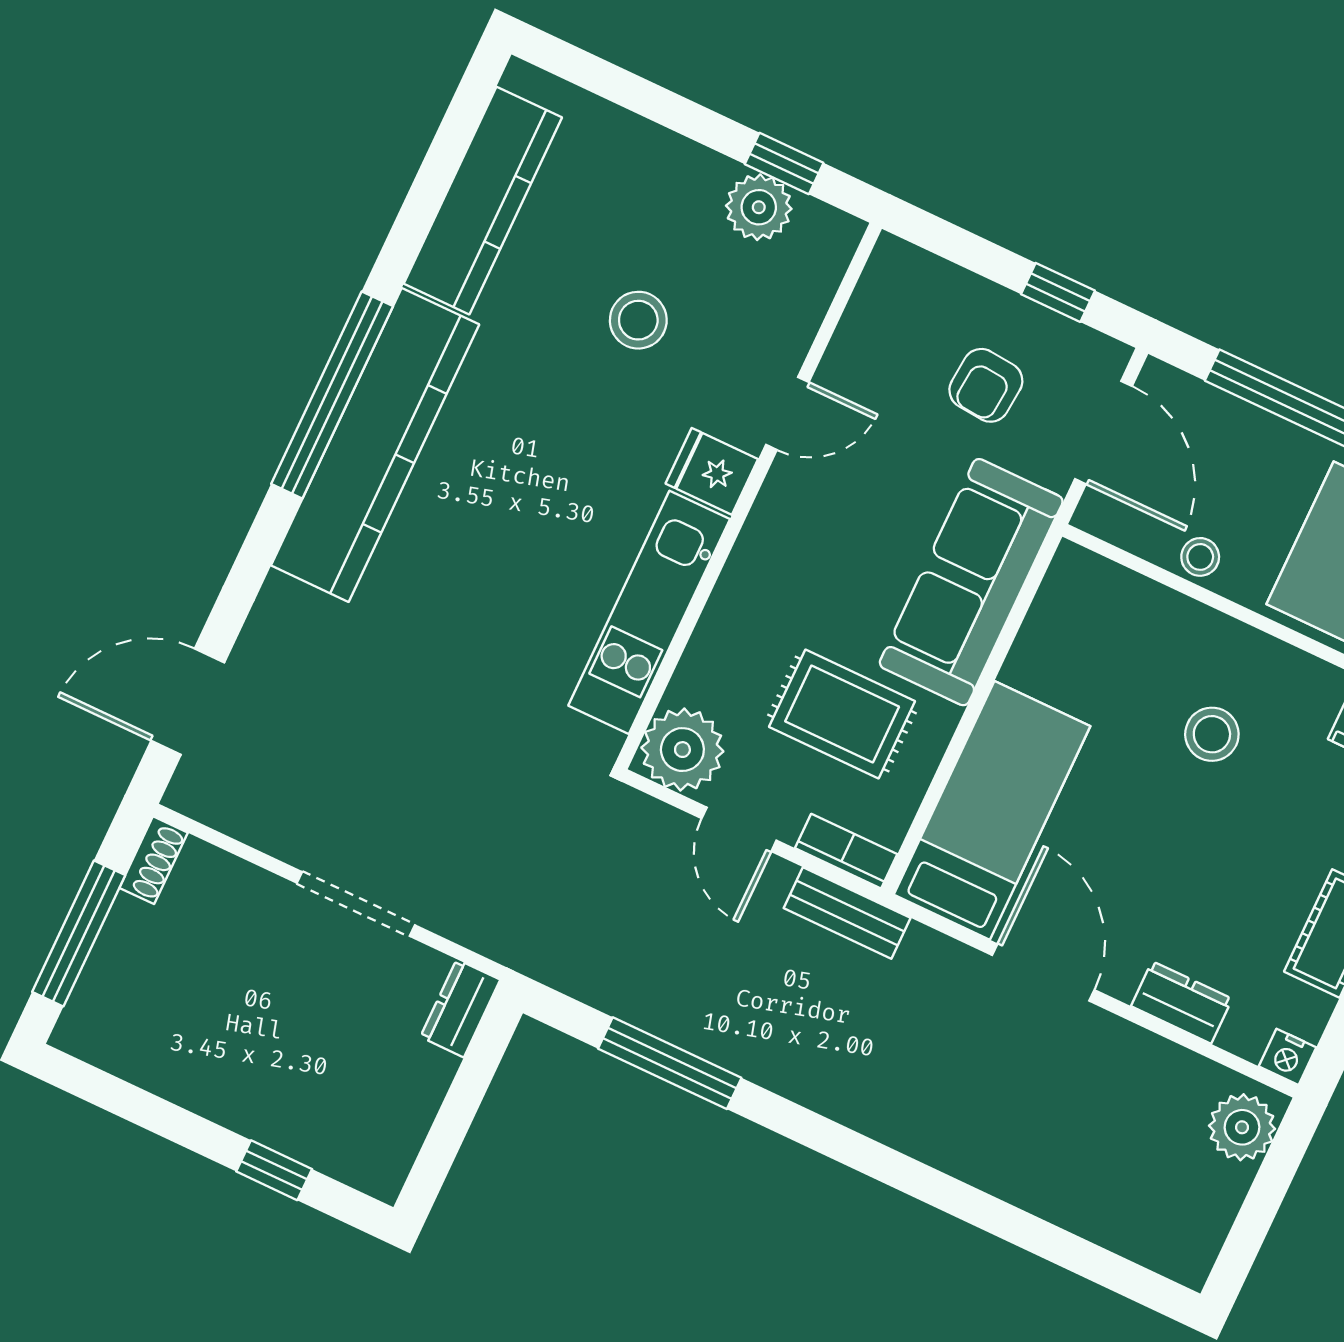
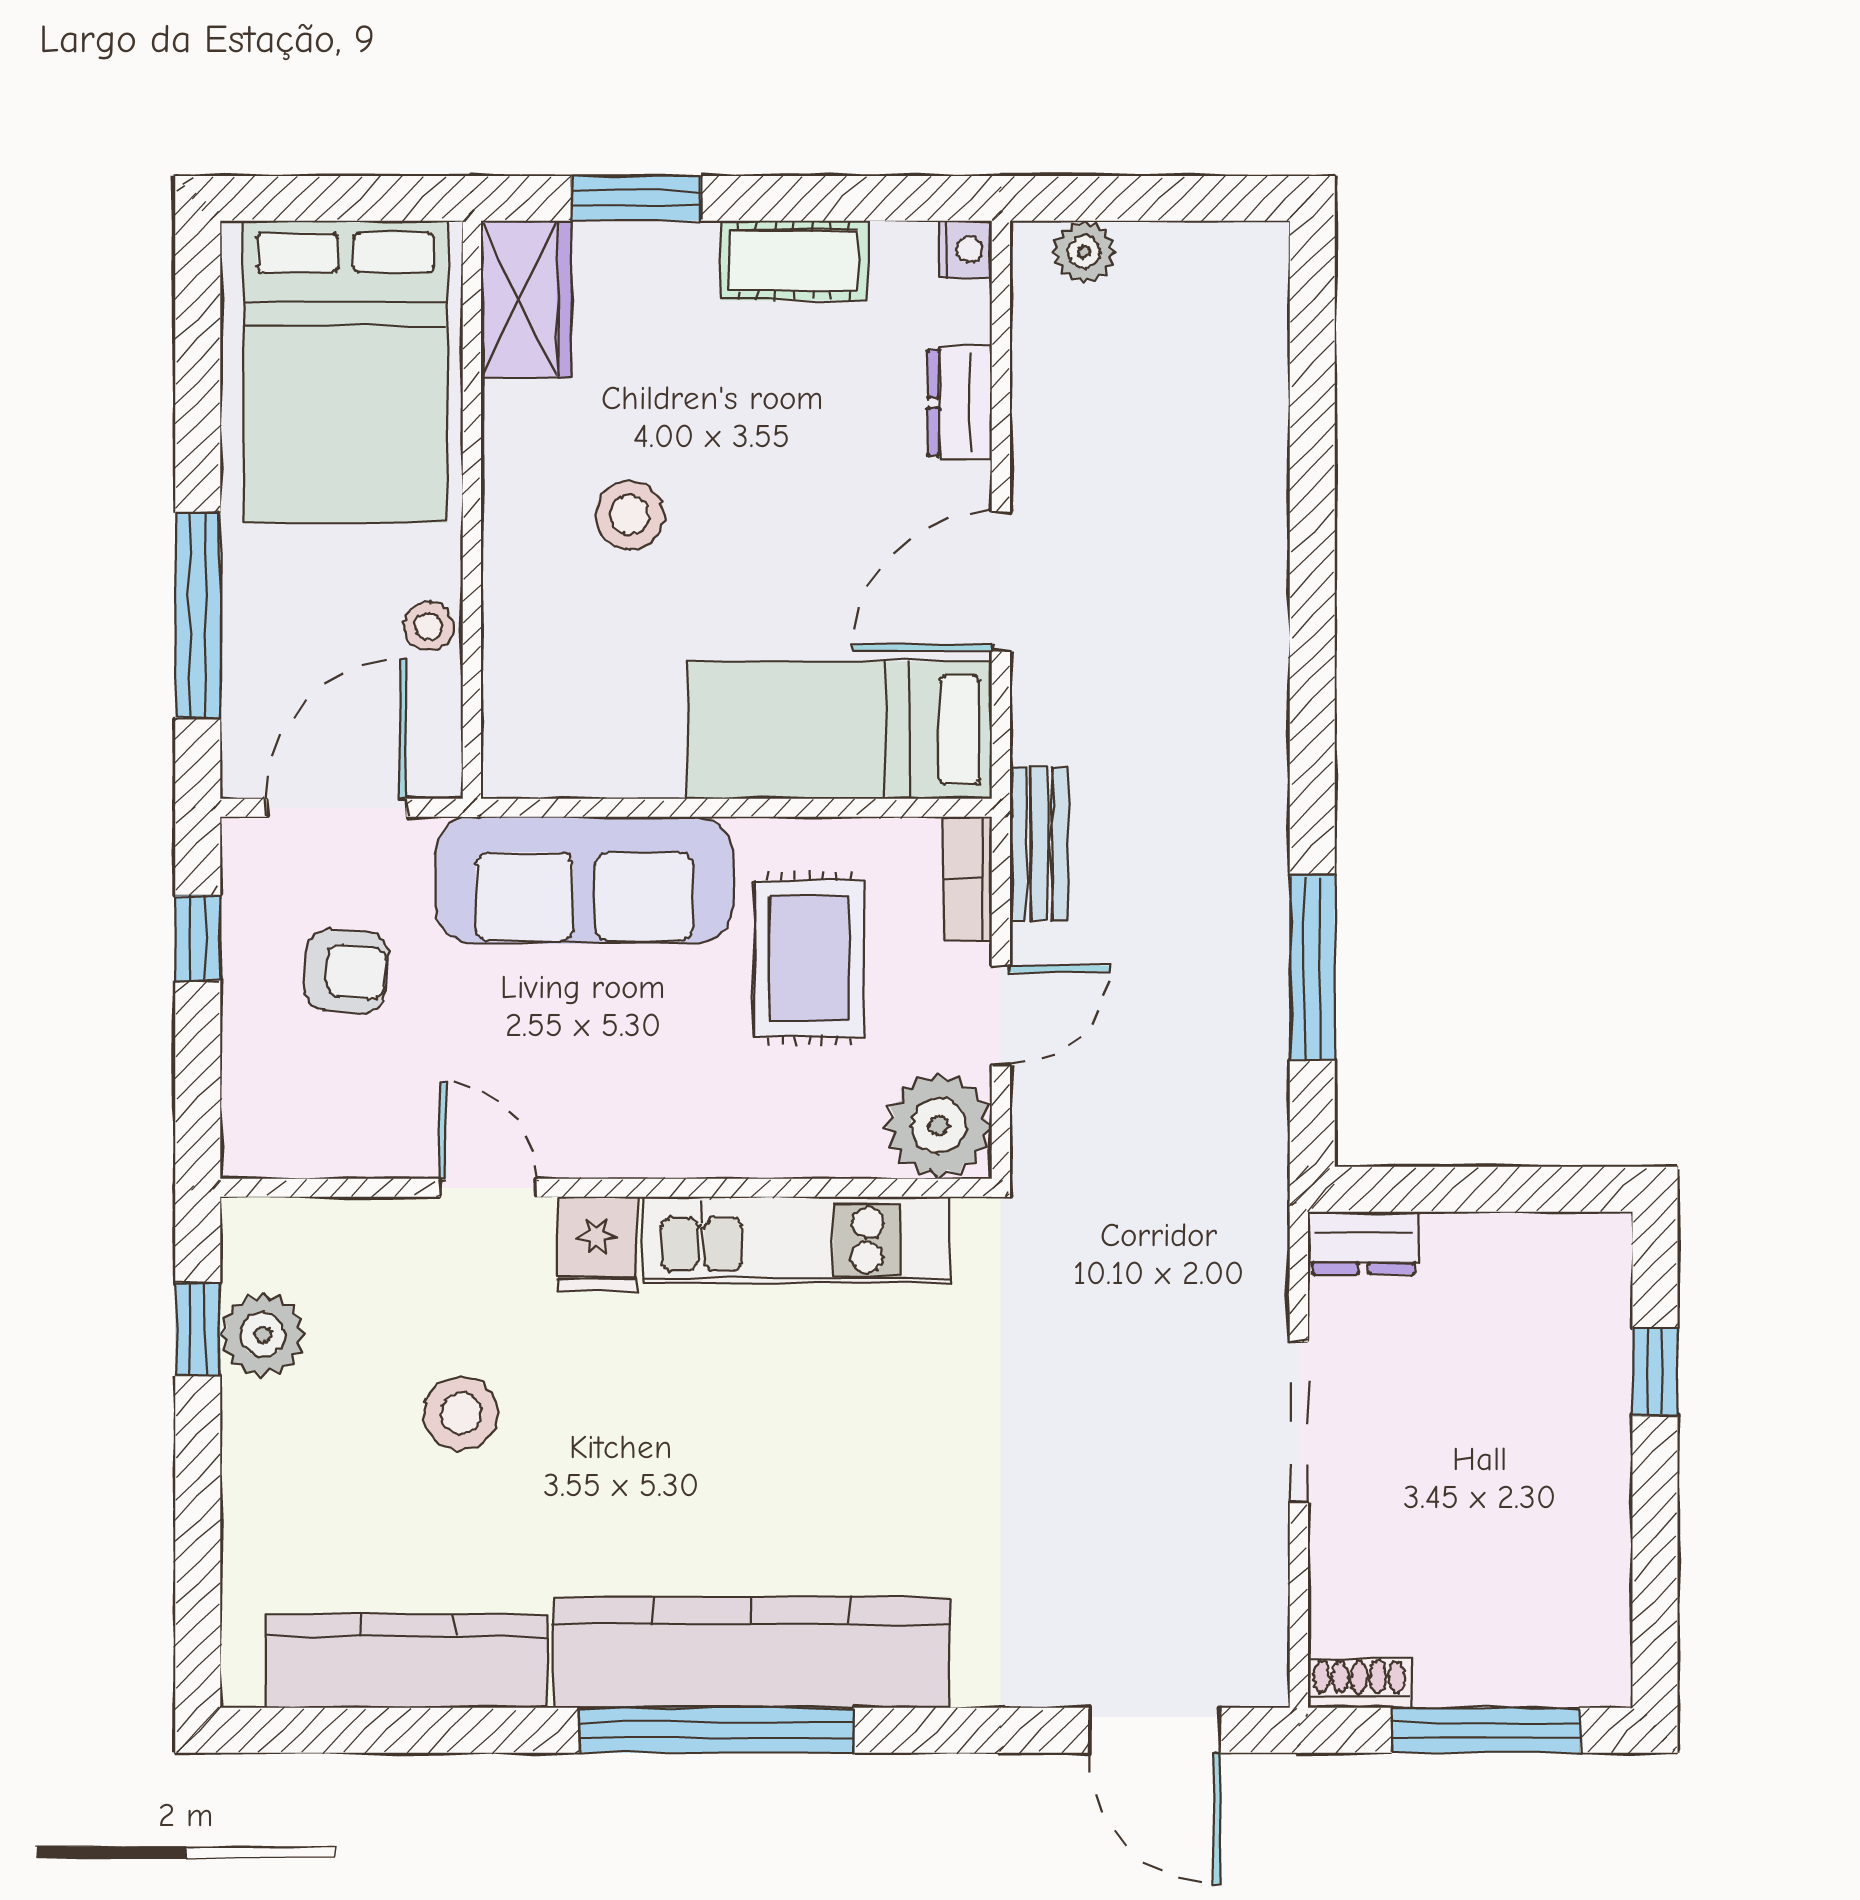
plant: (1242, 1127) -> (1084, 252), width x0.73, depth x0.73

